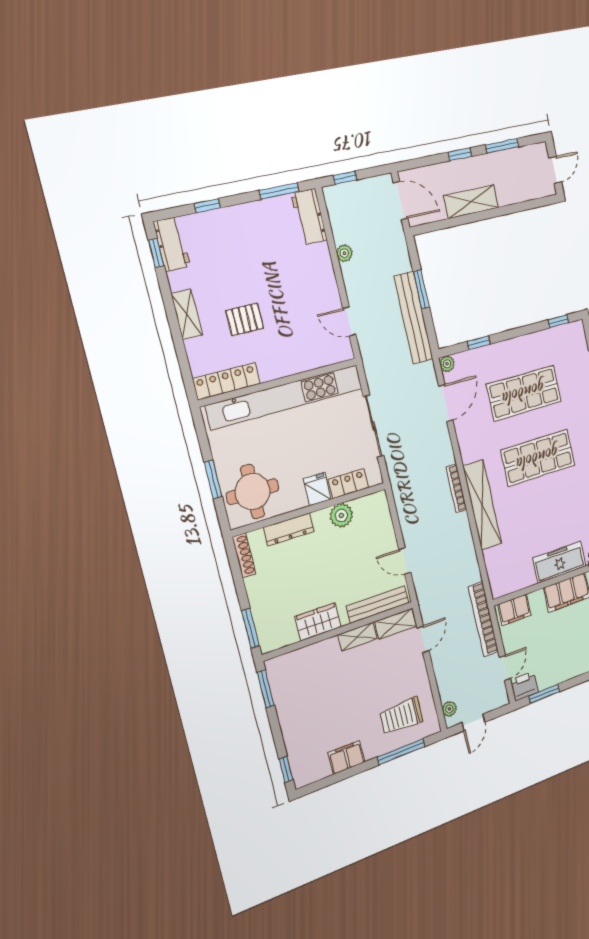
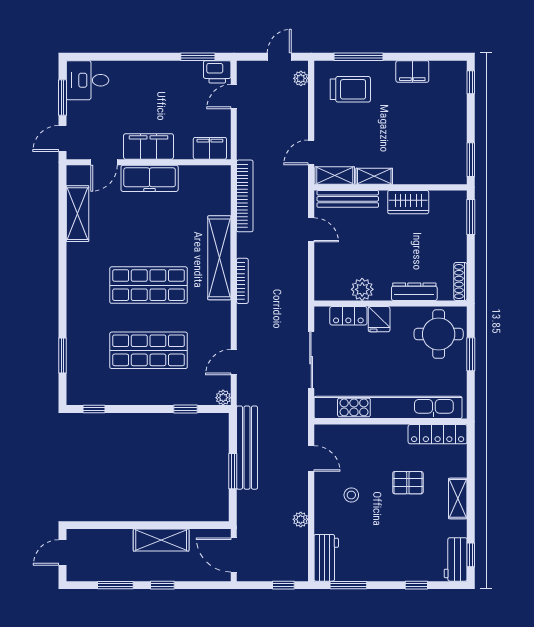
stool: (300, 292) -> (351, 495), added
door: (446, 403) -> (234, 362), width x0.73
bookcase: (483, 619) -> (245, 196), moved

